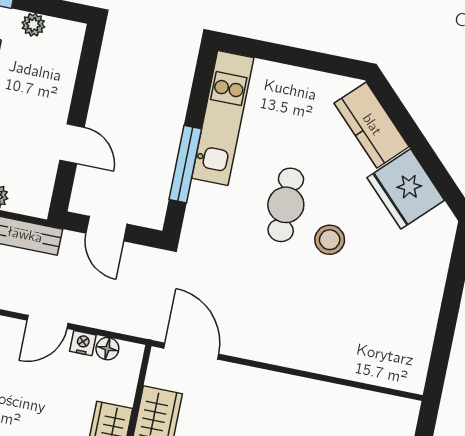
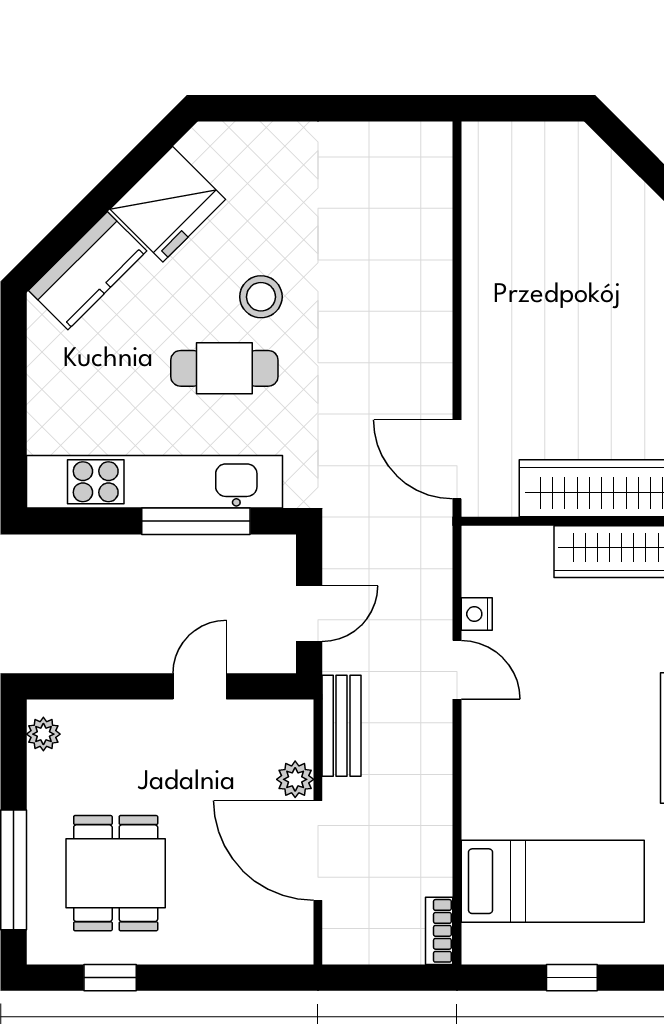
plant: (33, 25) -> (43, 734), moved
kitchen unit: (223, 118) -> (155, 482), width x1.36
floor lamp: (107, 349) -> (478, 578), removed
door: (191, 351) -> (457, 459), hinge flipped

